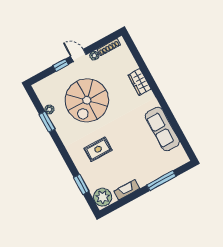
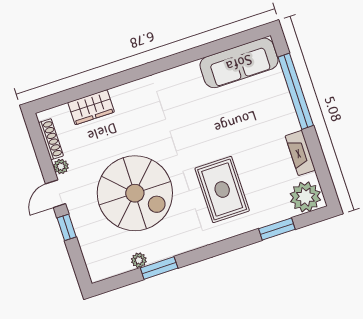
wardrobe: (139, 82) -> (91, 107), moved
sofa: (162, 129) -> (239, 63), moved
rug: (98, 149) -> (222, 190), width x1.36, depth x1.43
window: (161, 181) -> (296, 91), width x1.46

